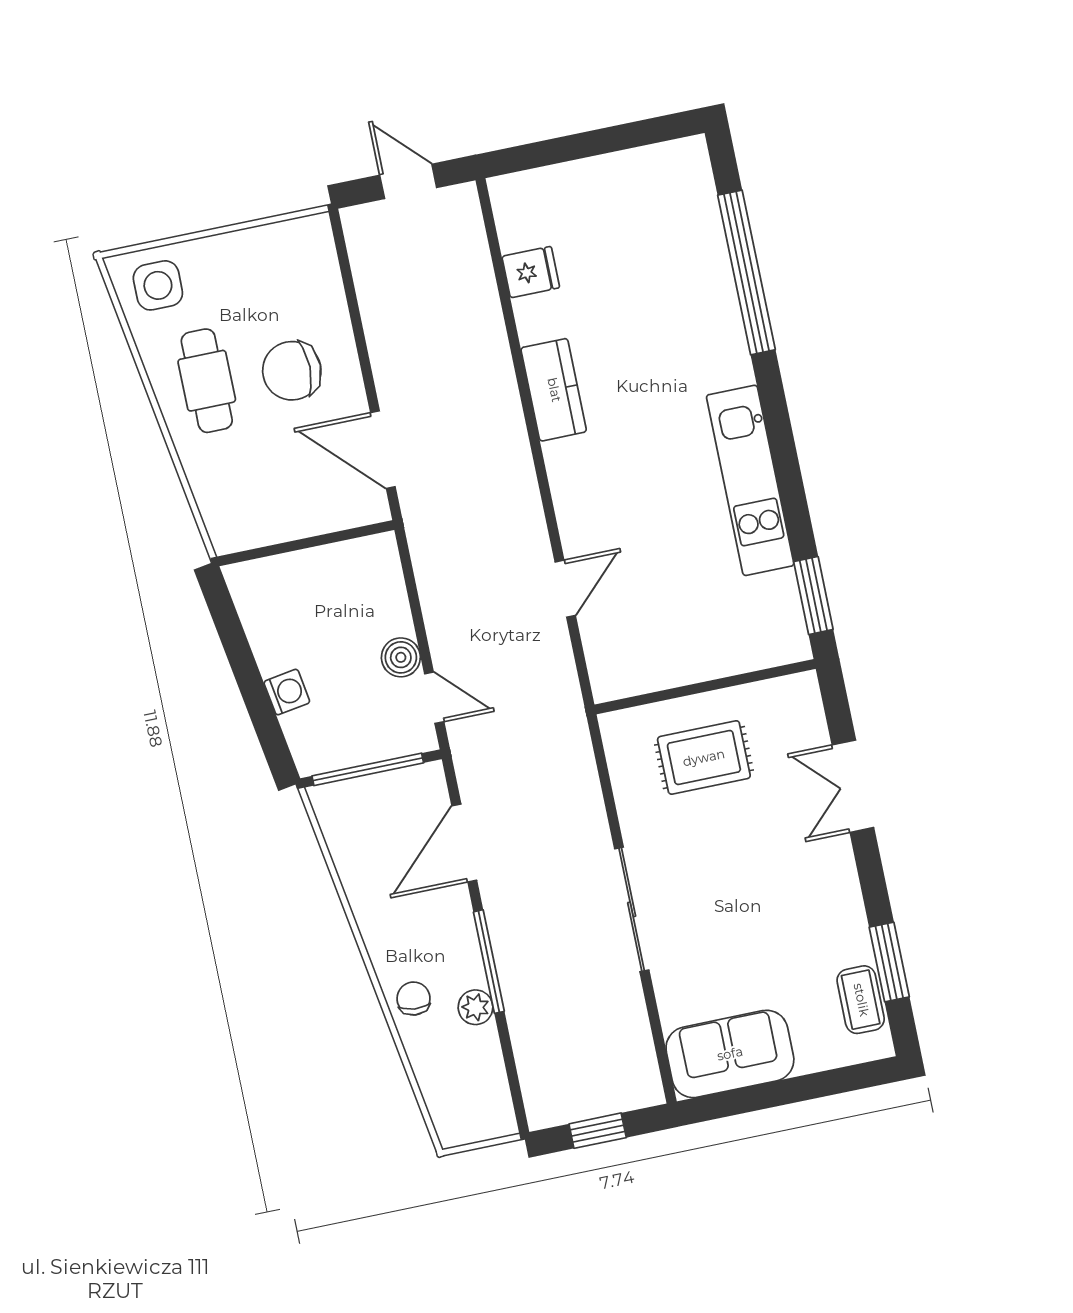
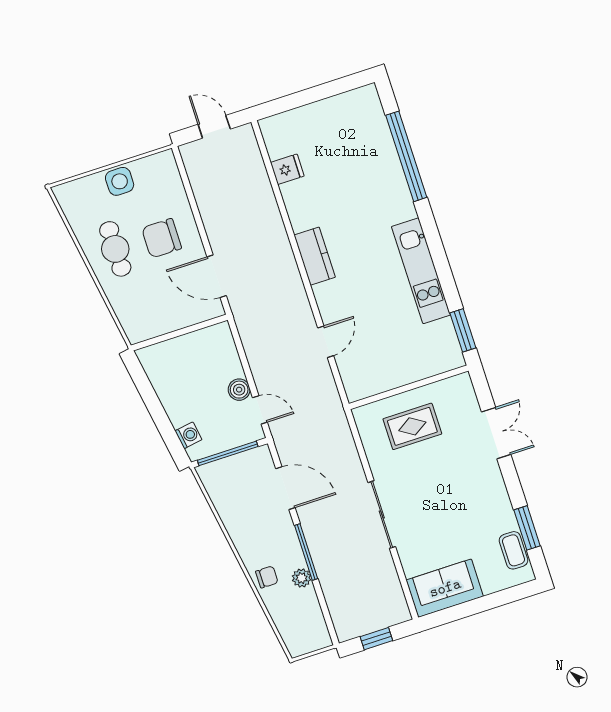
side table: (158, 285) -> (120, 181), moved
kitchen counter: (554, 390) -> (315, 256), moved
washing machine: (287, 692) -> (188, 435), moved
double door: (853, 786) -> (496, 433), swing flipped
door: (464, 843) -> (285, 488), swing flipped
chair: (413, 999) -> (267, 577), turned 85

